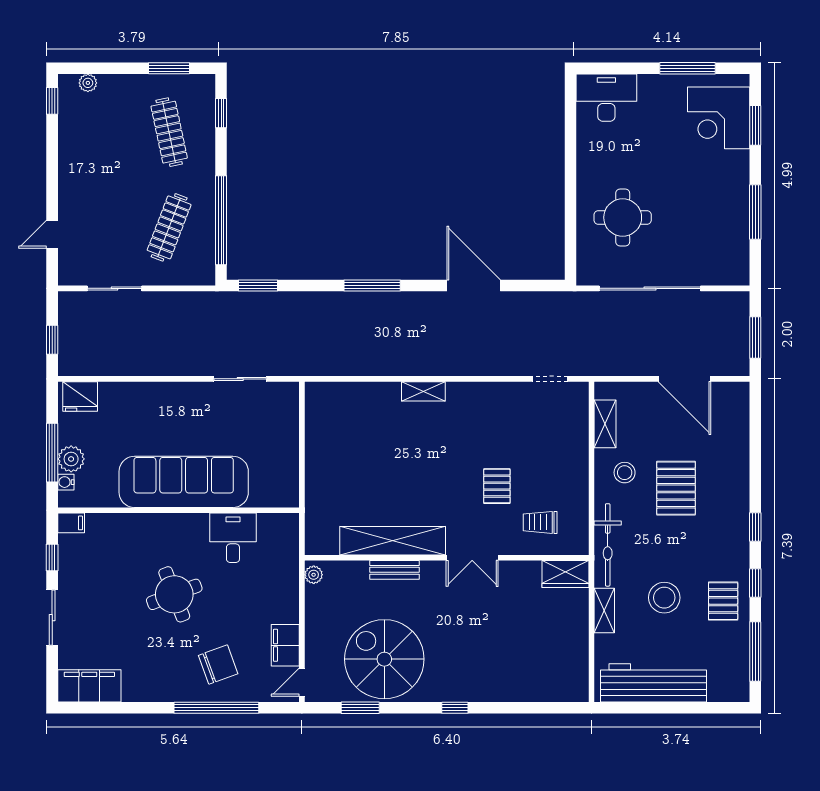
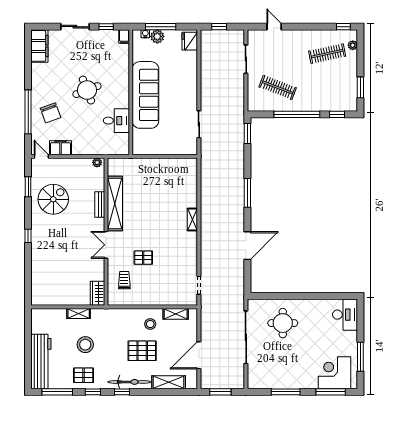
window: (755, 125) -> (331, 392), width x1.44
clothes rail: (169, 132) -> (327, 54), moved
window: (221, 220) -> (297, 114), moved
shelving: (737, 437) -> (169, 382), added
bicycle: (608, 545) -> (129, 382), moved, turned 180
spiral stairs: (384, 659) -> (53, 199), width x0.73, depth x0.73
workbench: (654, 683) -> (41, 361), moved

